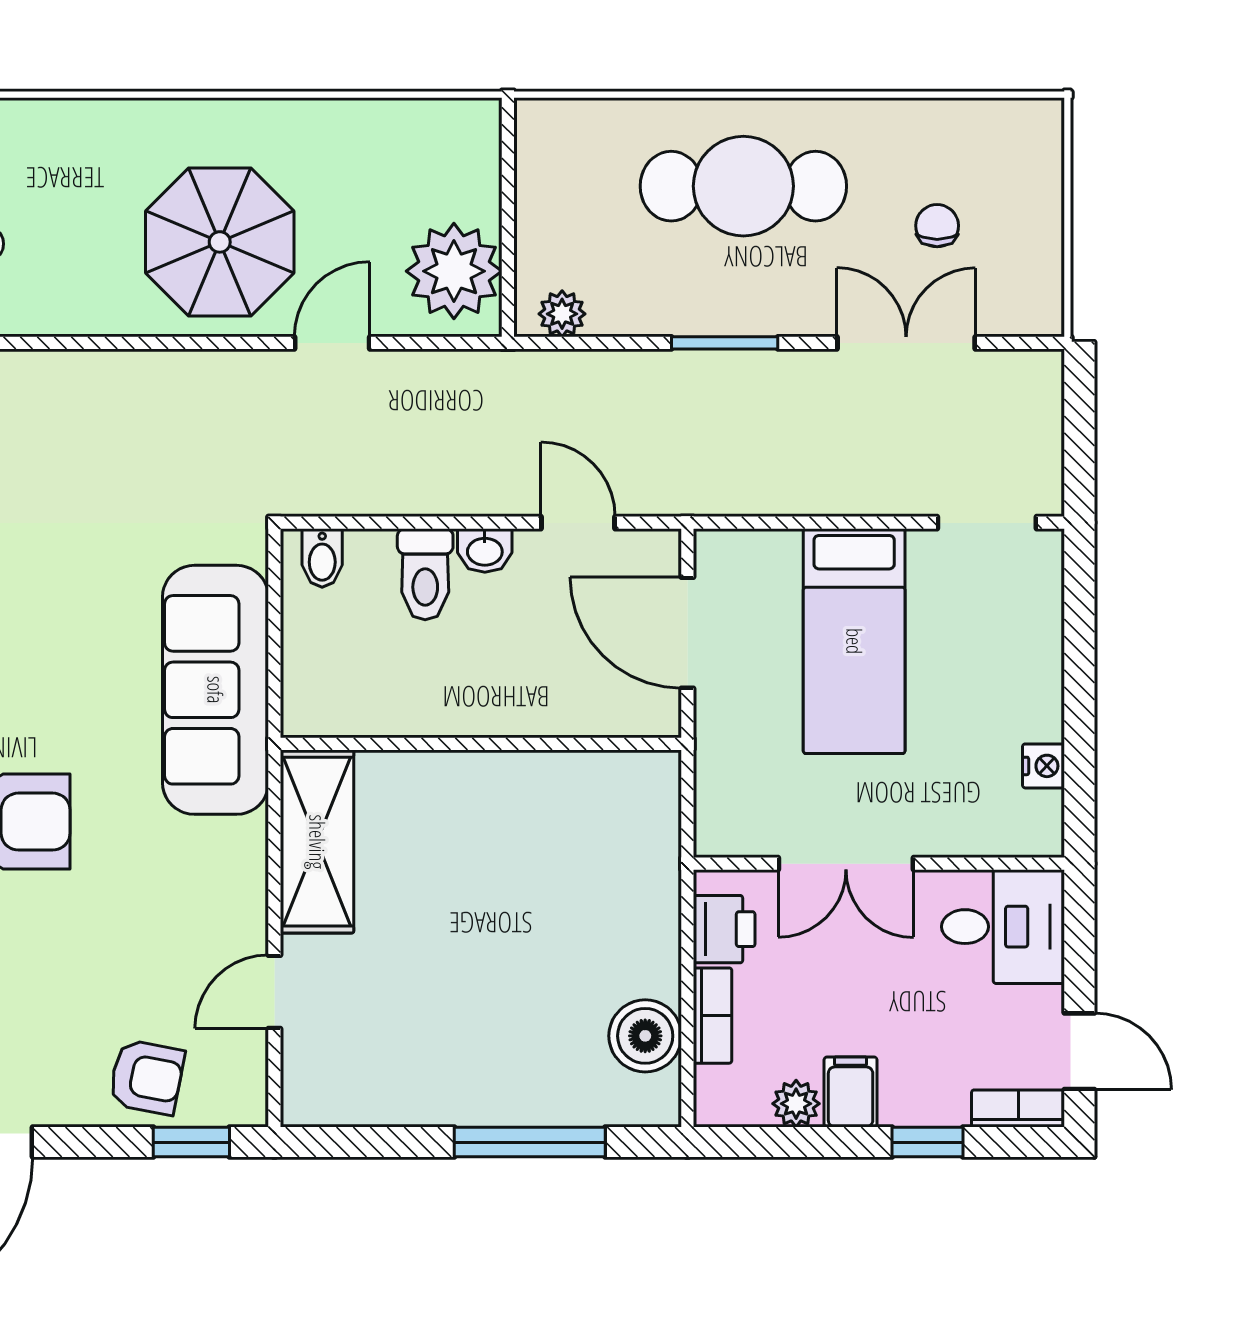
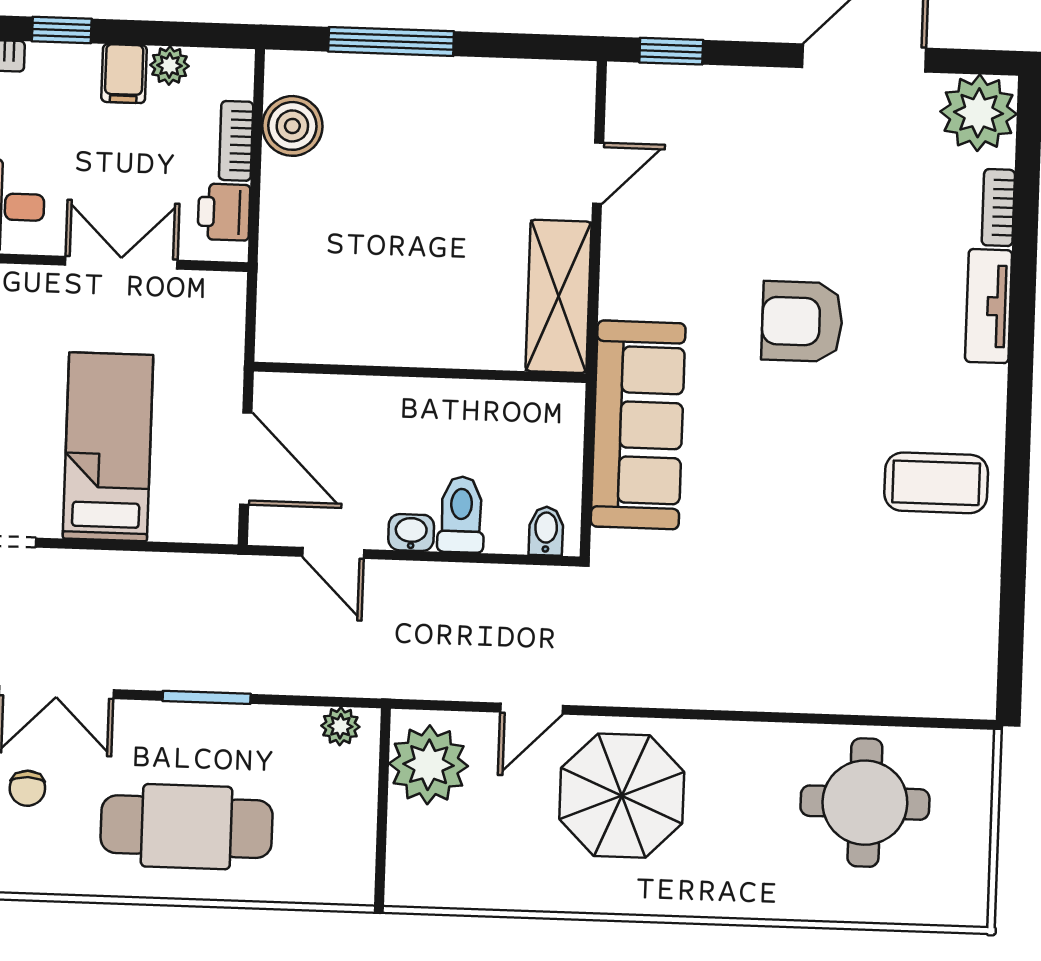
armchair: (147, 1077) -> (706, 106), removed

